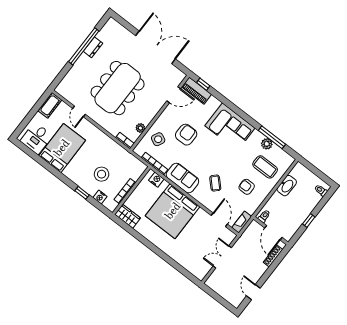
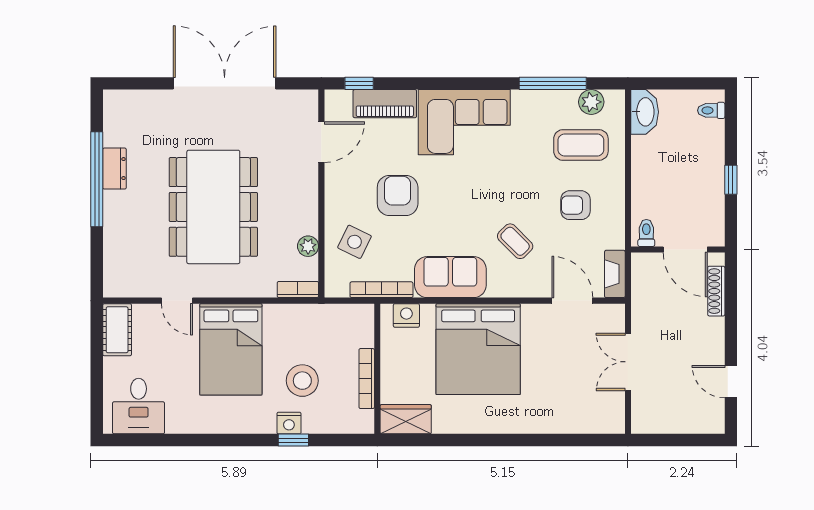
piano: (197, 91) -> (385, 104), moved
plant: (267, 144) -> (591, 102), moved
bed: (62, 148) -> (231, 349), moved, turned 180
washbasin: (287, 186) -> (645, 112), moved
nightstand: (100, 197) -> (289, 423), moved

